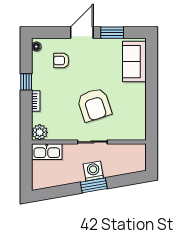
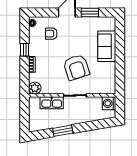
sofa: (134, 62) -> (107, 46), moved
kitchen sink: (47, 152) -> (52, 103), moved
washing machine: (93, 171) -> (109, 103), moved, turned -80
window: (94, 185) -> (63, 131), moved

